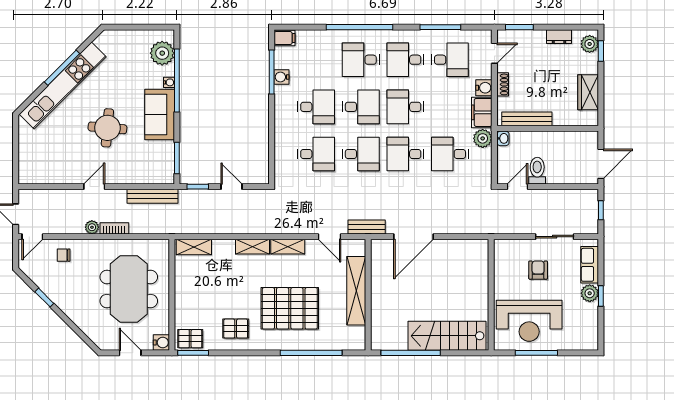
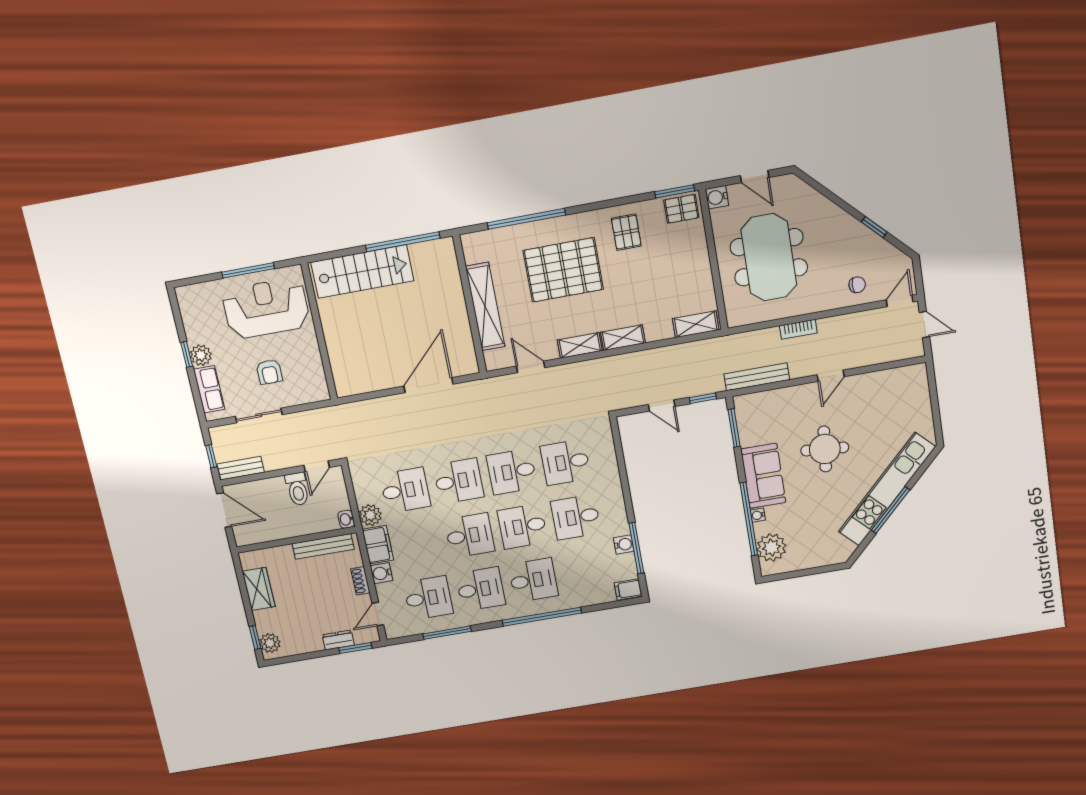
dresser: (559, 37) -> (338, 640), moved
desk: (450, 60) -> (428, 598), turned 180
door: (601, 164) -> (224, 510), swing flipped
plant: (92, 227) -> (826, 326), removed
bench: (367, 227) -> (241, 468), moved
pallet: (236, 329) -> (626, 232), turned 90

